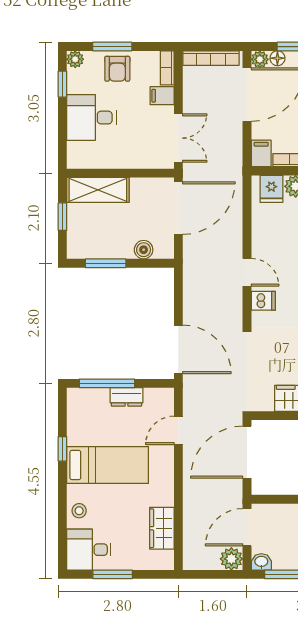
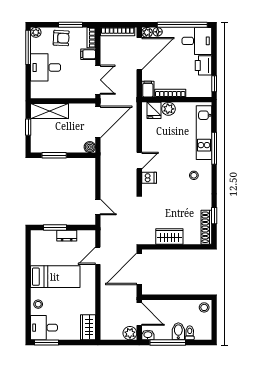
window: (112, 47) -> (70, 25), moved
armchair: (117, 69) -> (61, 38), turned -87
window: (62, 84) -> (28, 47), width x2.17
boiler: (144, 250) -> (90, 147), moved
door: (247, 272) -> (139, 161), hinge flipped
door: (178, 349) -> (98, 207), width x0.53
window: (107, 383) -> (55, 228), width x0.69
window: (62, 449) -> (28, 267), removed
door: (247, 527) -> (139, 314), swing flipped
wardrobe: (162, 528) -> (88, 327), moved
window: (113, 574) -> (47, 342), moved

